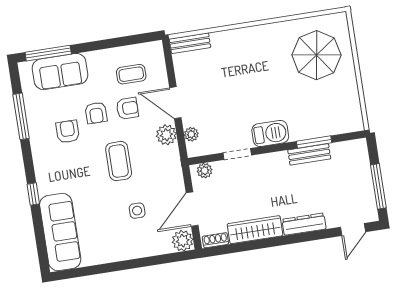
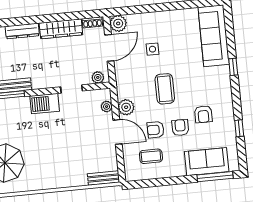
window: (21, 116) -> (239, 128), width x0.46

